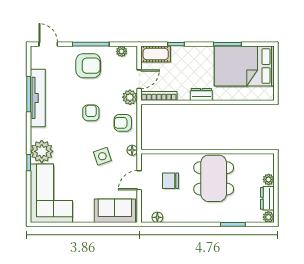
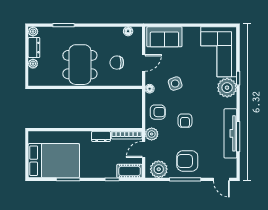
plant: (122, 51) -> (159, 169), width x1.88, depth x1.88
dresser: (201, 94) -> (101, 136), moved
chair: (171, 181) -> (117, 63), turned 180

